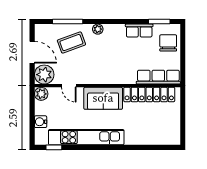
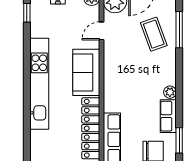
plant: (98, 29) -> (170, 92), moved
kitchen unit: (86, 137) -> (39, 84), moved

